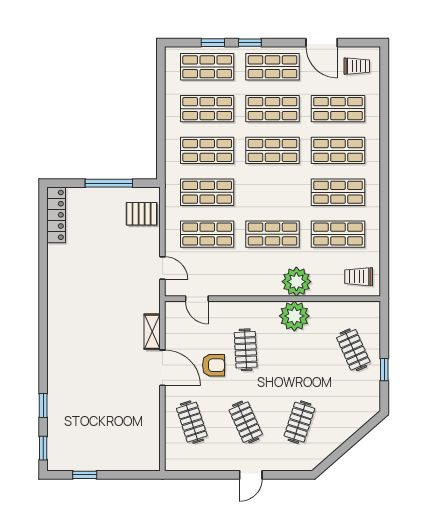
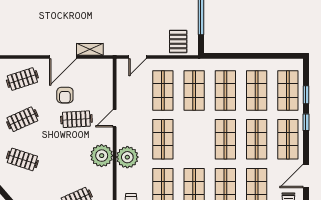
door: (197, 299) -> (115, 118), moved

